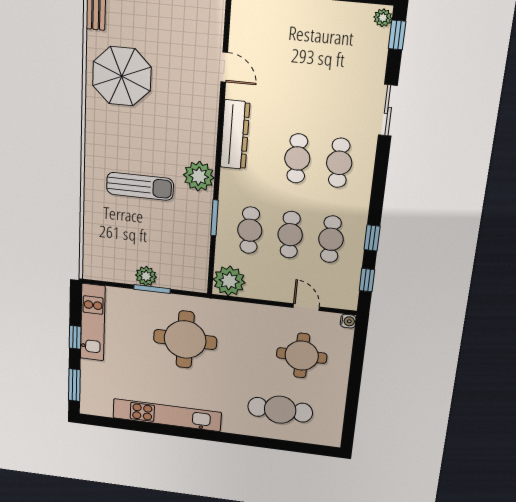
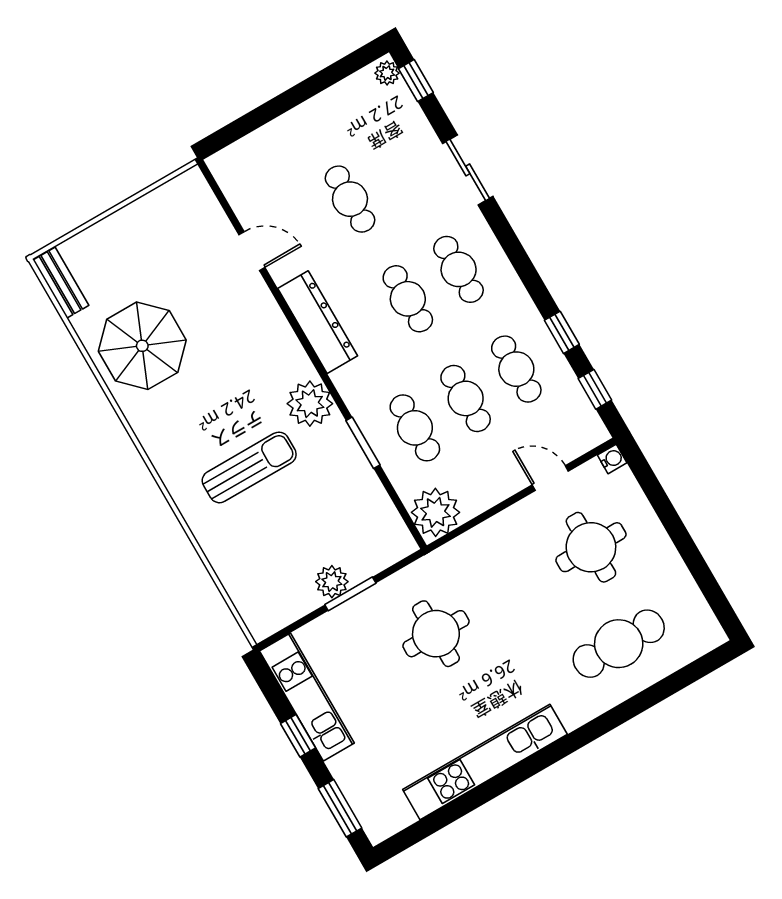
cafe table: (305, 78) -> (350, 199), added
round table: (185, 340) -> (436, 634), width x0.73, depth x0.73

